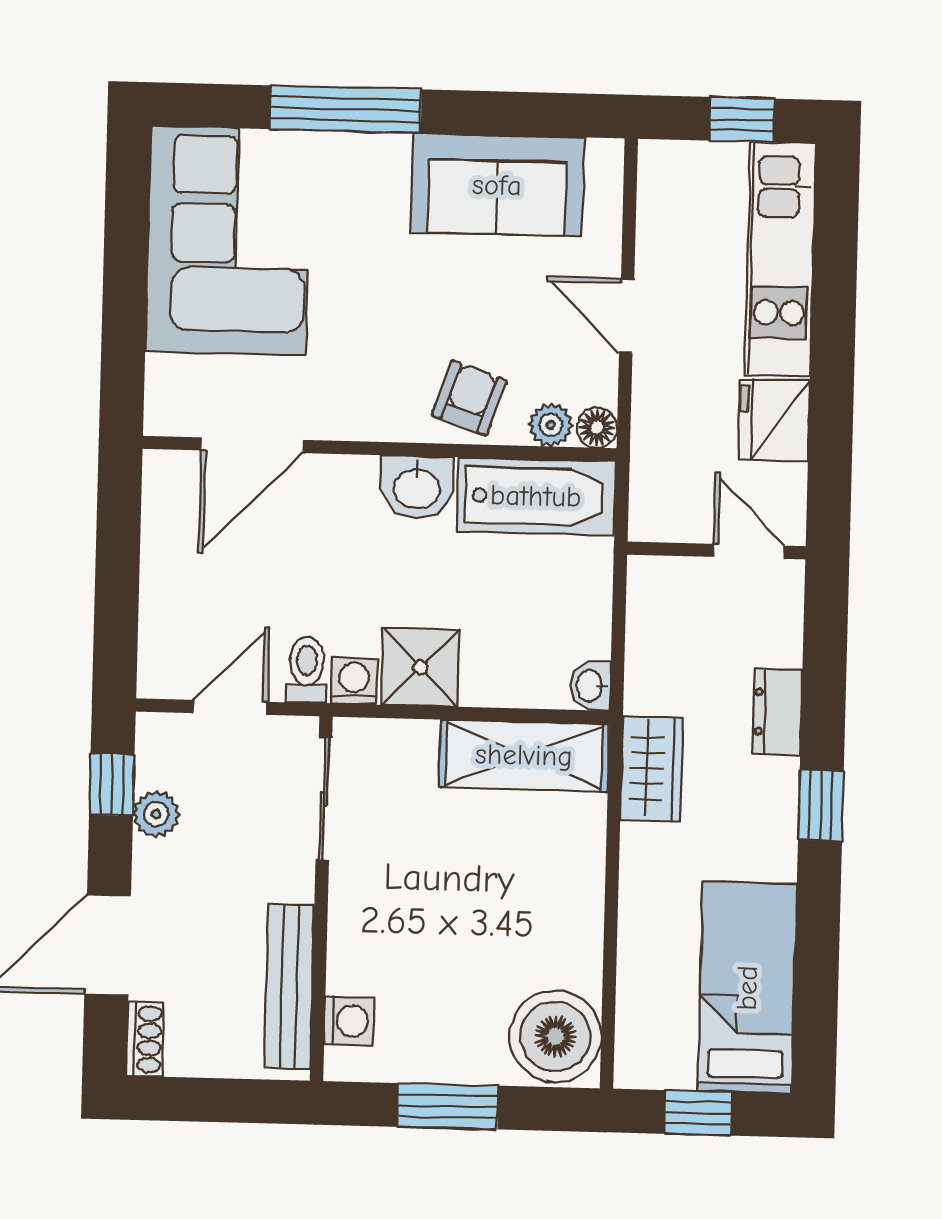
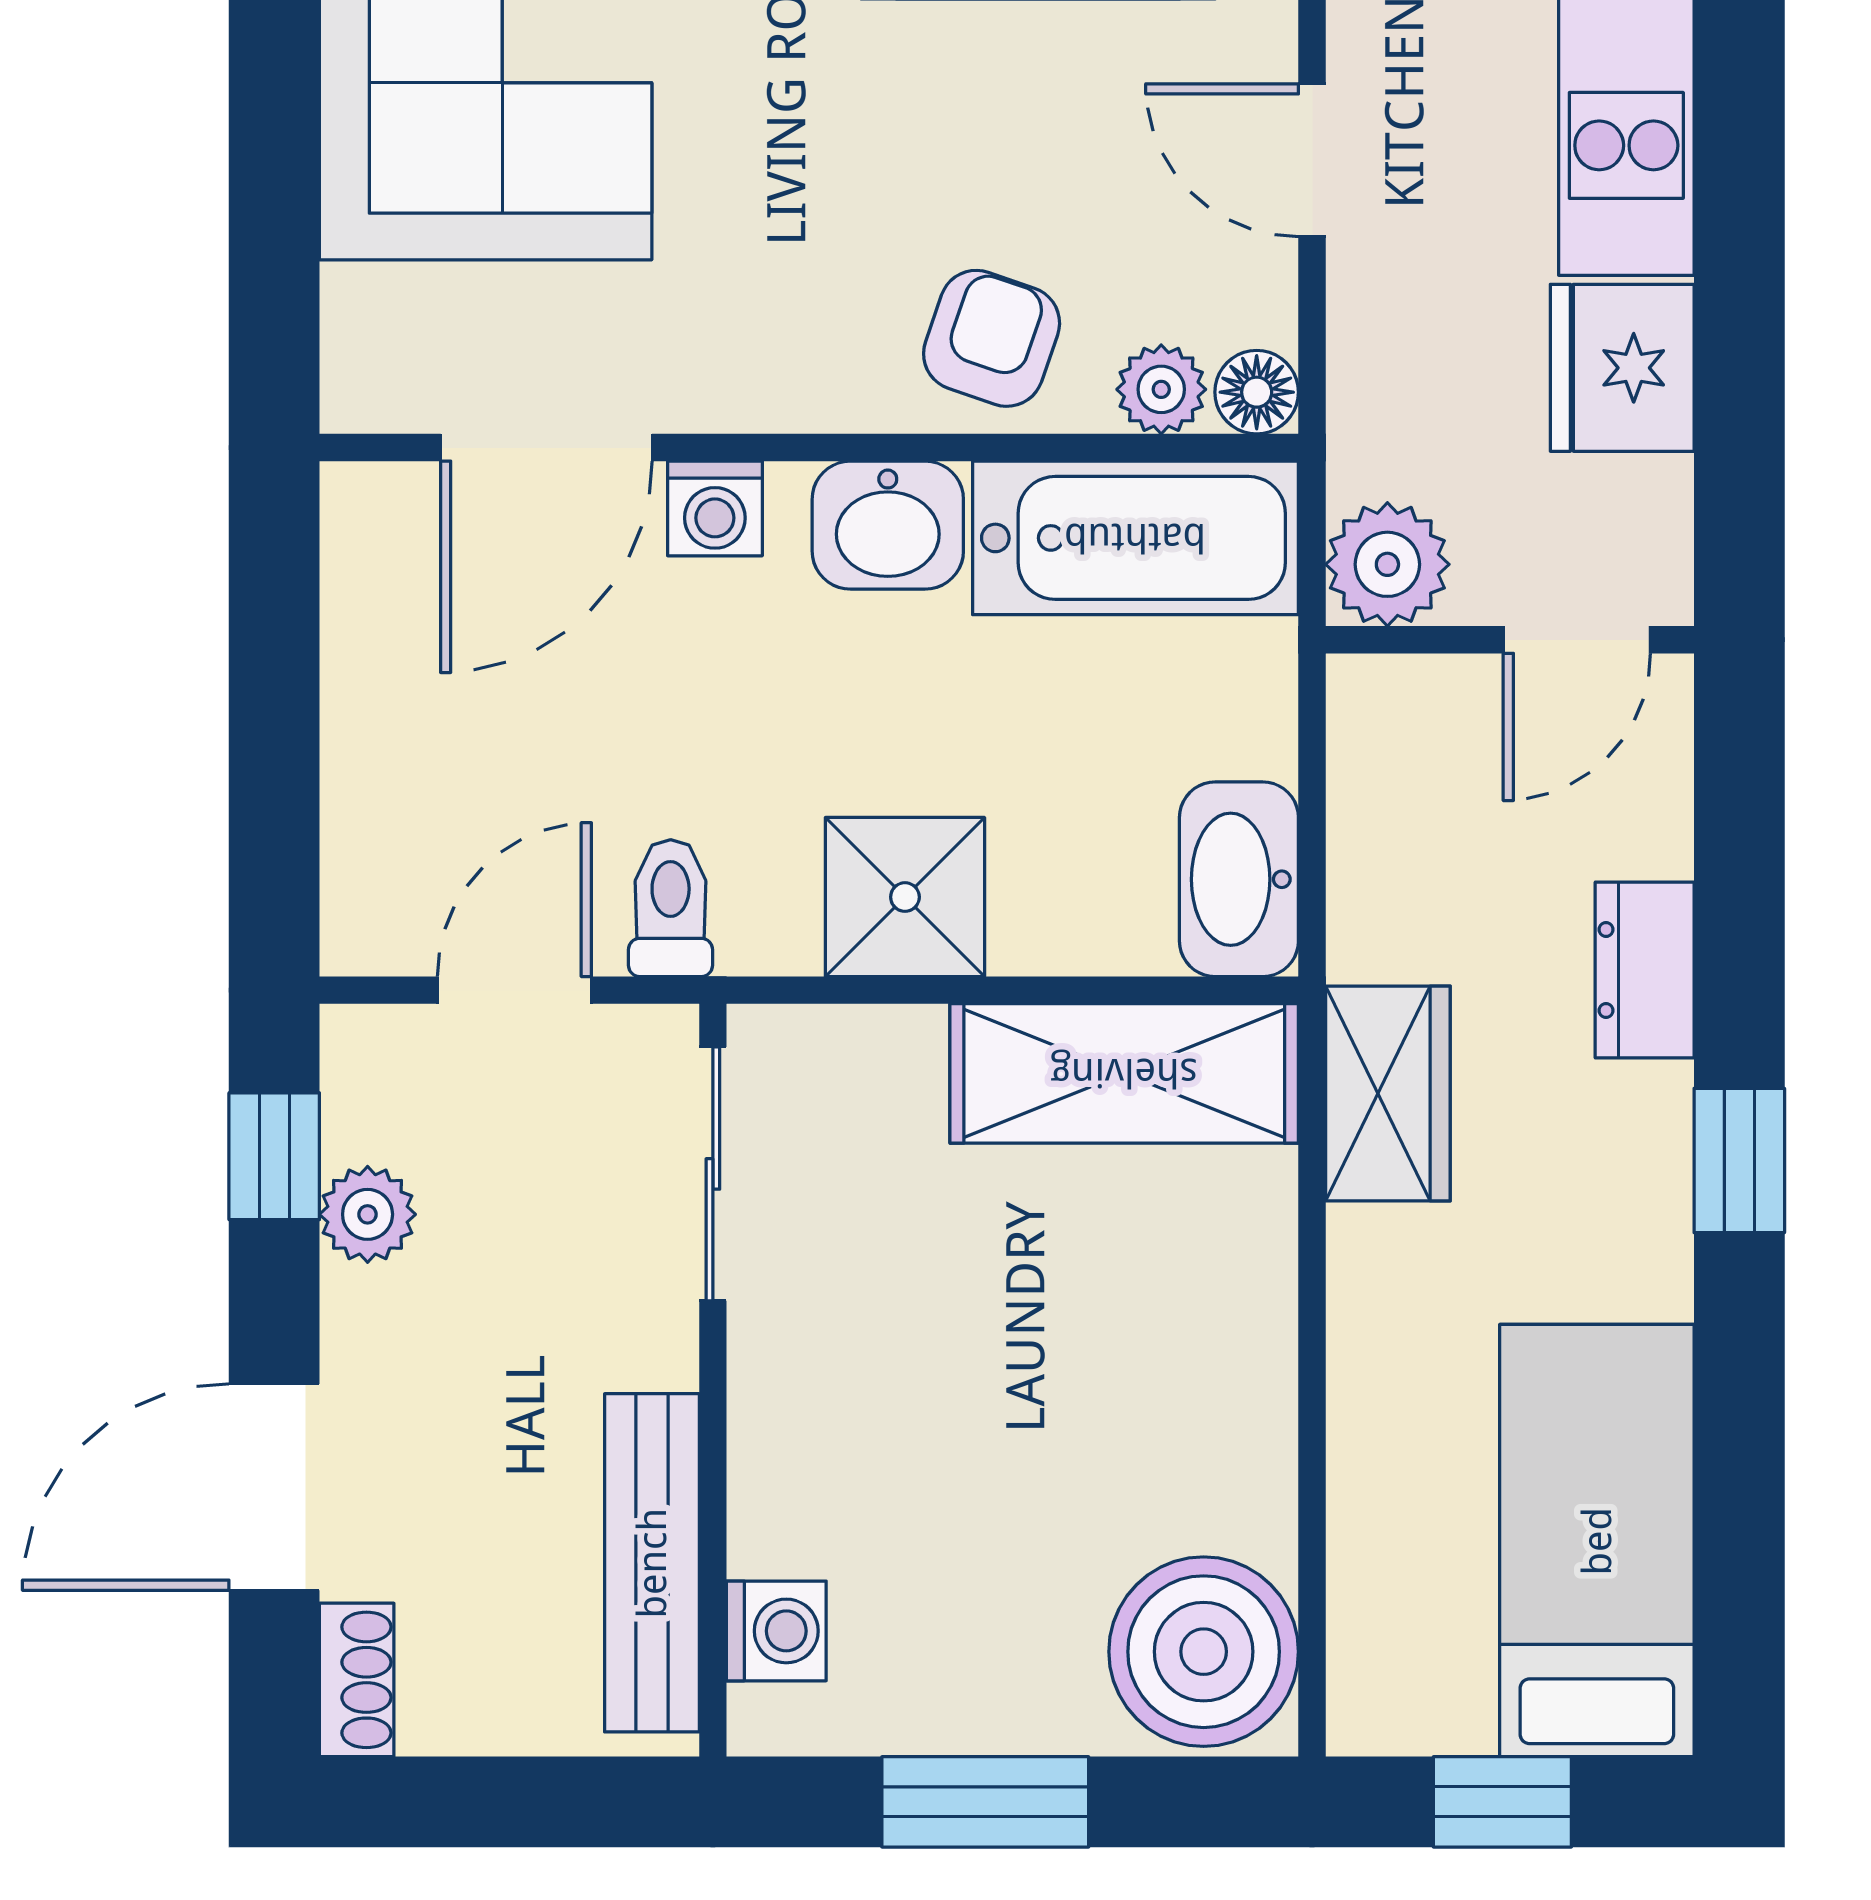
plant: (658, 512) -> (1387, 564), added
door: (749, 551) -> (1577, 640), swing flipped
washing machine: (354, 681) -> (715, 508), moved, turned 180
washbasin: (591, 686) -> (1239, 879), width x1.91, depth x1.45

